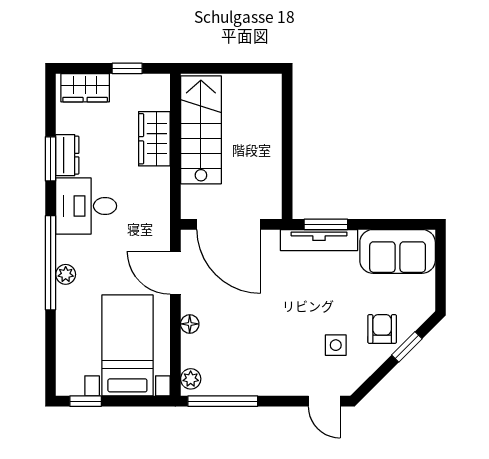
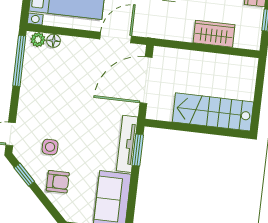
stairs: (201, 130) -> (213, 112), moved, turned 180
floor lamp: (190, 324) -> (54, 41), moved
window: (407, 347) -> (24, 175), moved

